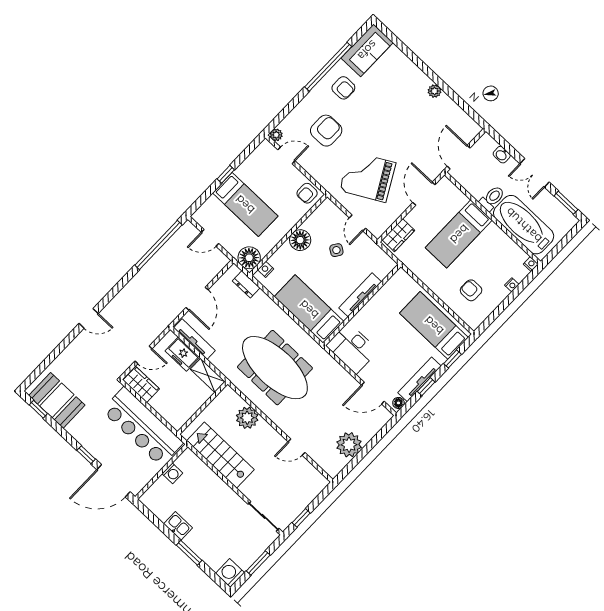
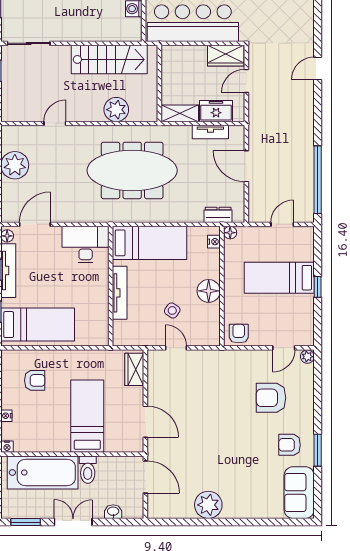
window: (328, 67) -> (318, 450), width x0.47
plant: (434, 91) -> (208, 505), width x1.87, depth x1.87
armchair: (326, 131) -> (271, 398), turned 90
grand piano: (368, 177) -> (203, 393), removed
floor lamp: (249, 258) -> (230, 233), width x0.53, depth x0.53
tv unit: (194, 339) -> (210, 132), width x0.71

